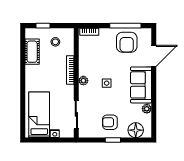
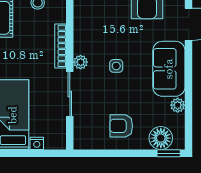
sliding door: (76, 114) -> (70, 94), moved
window: (113, 140) -> (169, 153), moved

